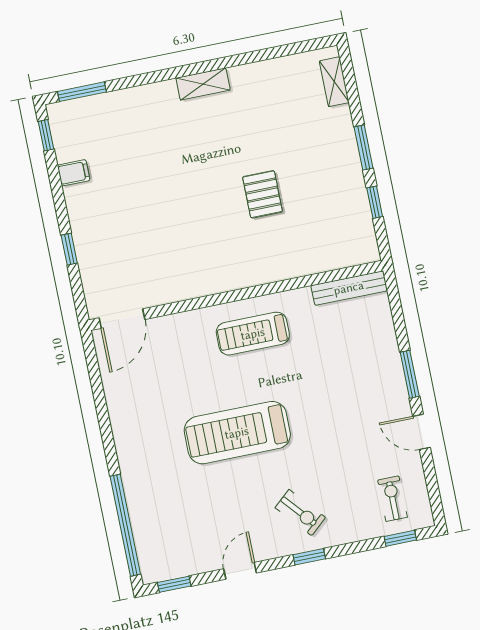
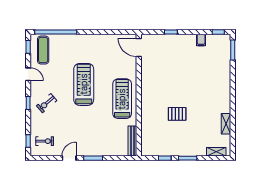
shelving: (203, 84) -> (226, 124), moved
treadmill: (253, 334) -> (122, 99), width x1.37, depth x1.38
exercise mat: (175, 547) -> (43, 50), added

